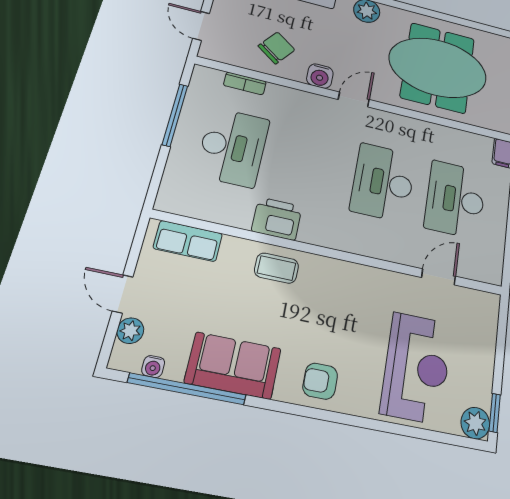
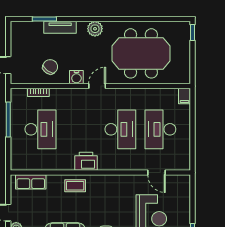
desk: (383, 182) -> (120, 129), turned 180
printer: (277, 219) -> (86, 161), moved
door: (439, 277) -> (156, 173), swing flipped

